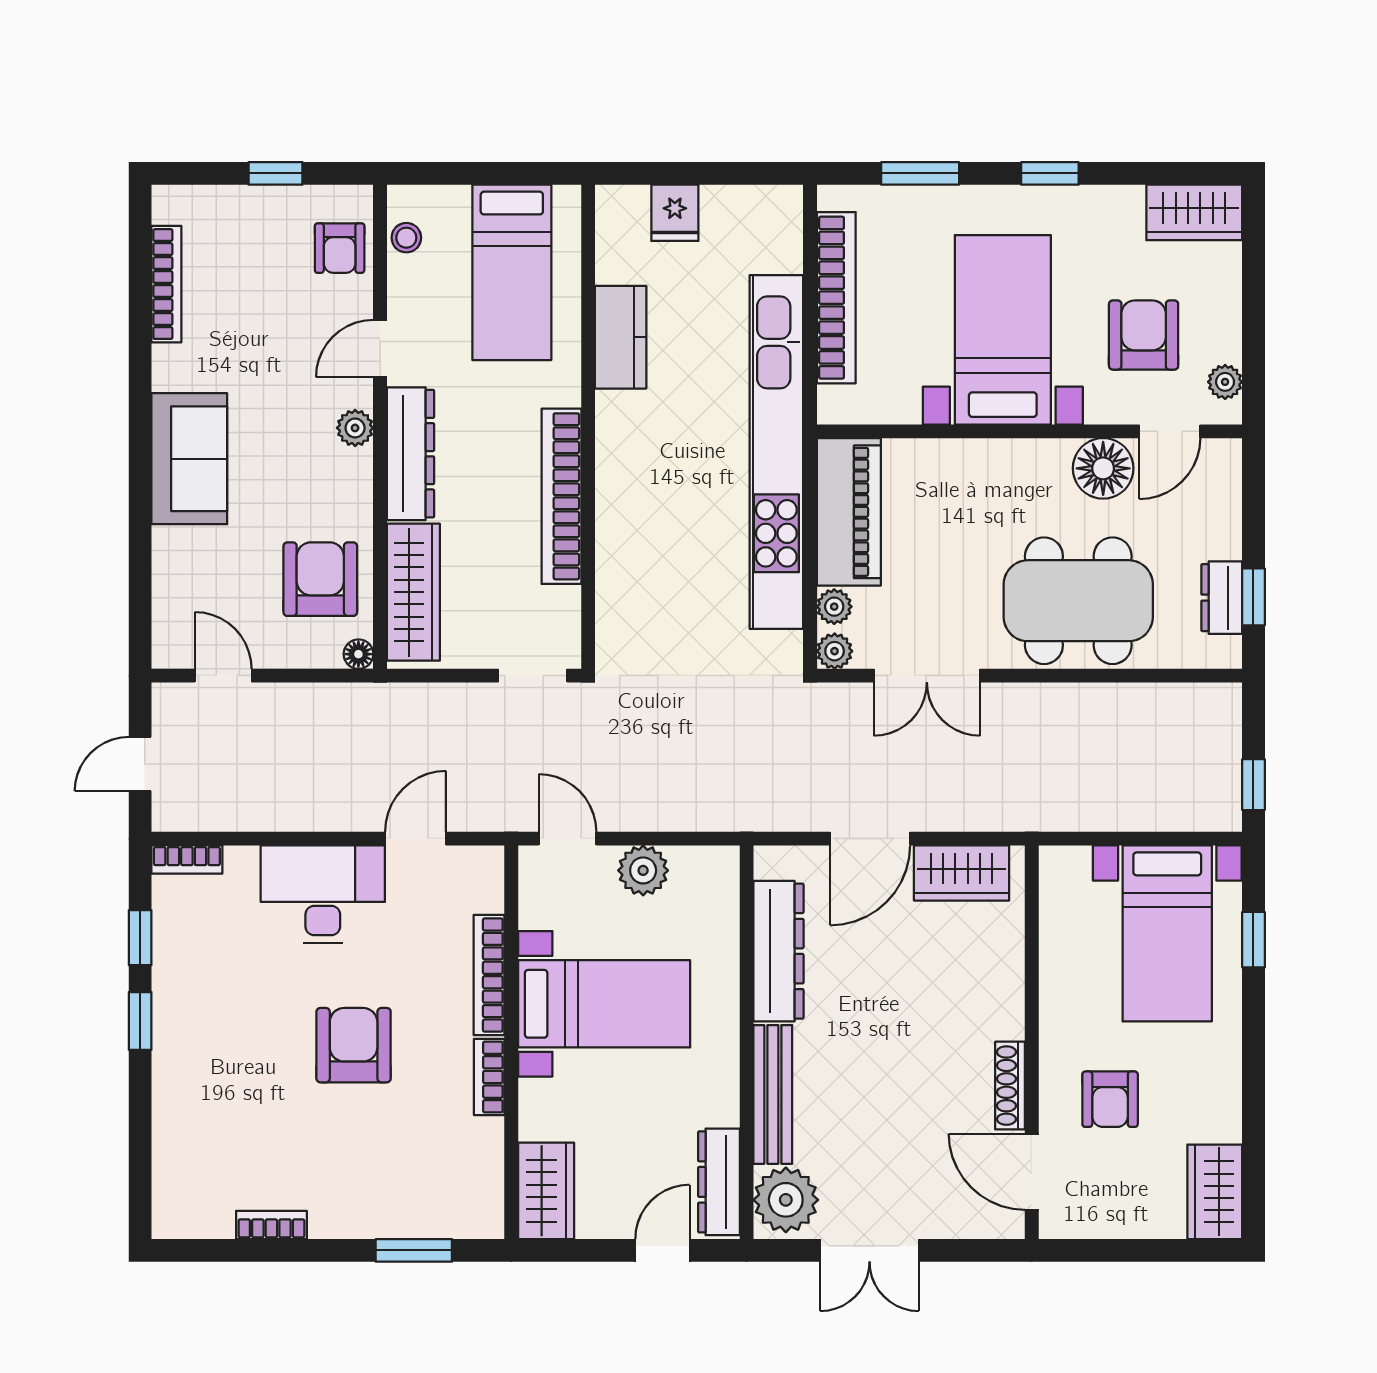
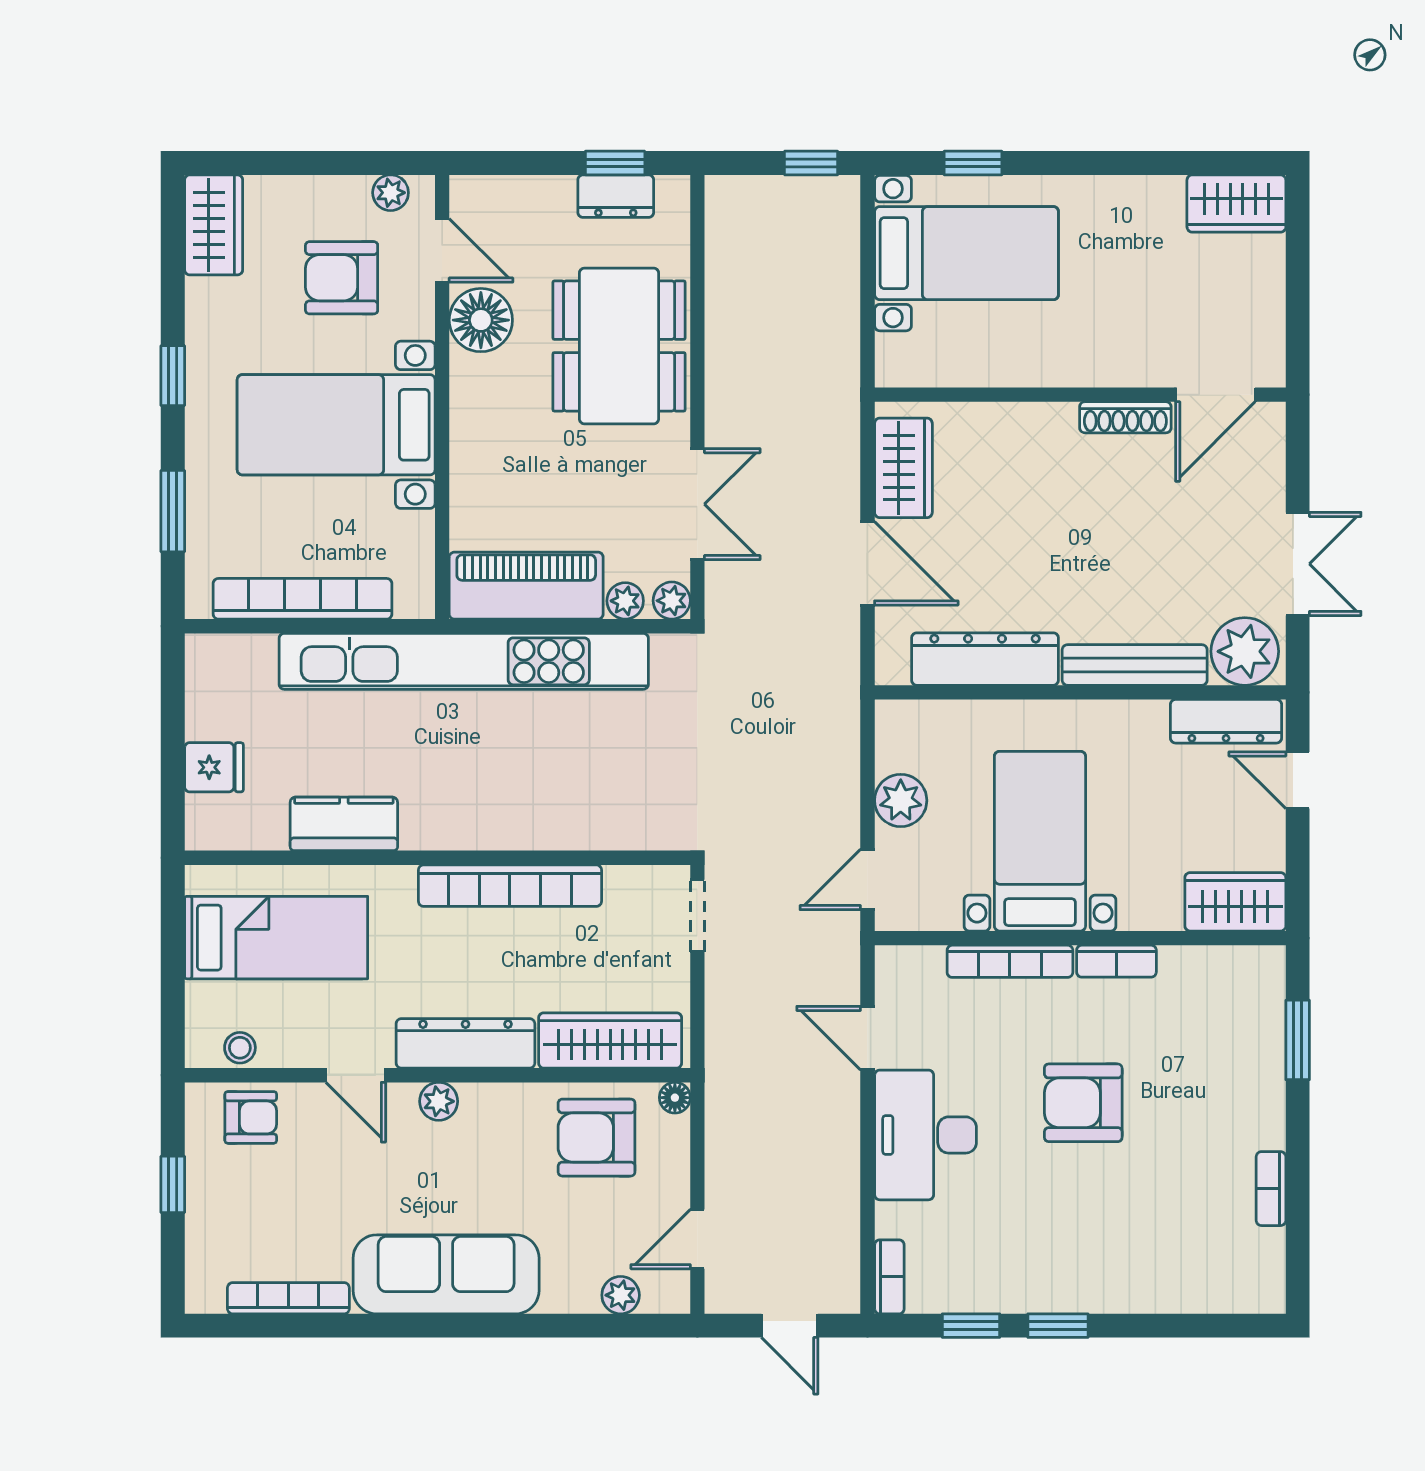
sofa: (189, 459) -> (446, 1274), width x1.36
plant: (169, 602) -> (621, 1295), added
armchair: (1110, 1099) -> (1140, 313), removed

